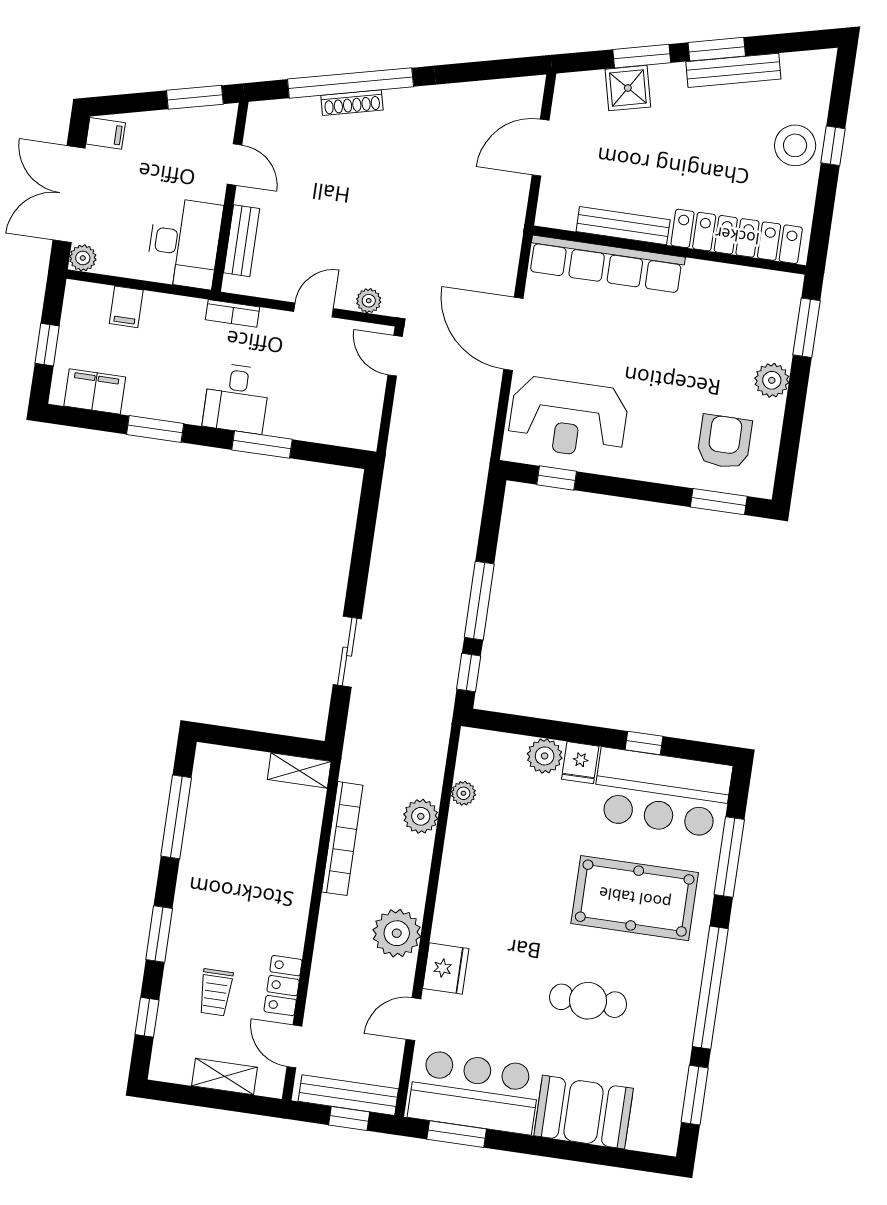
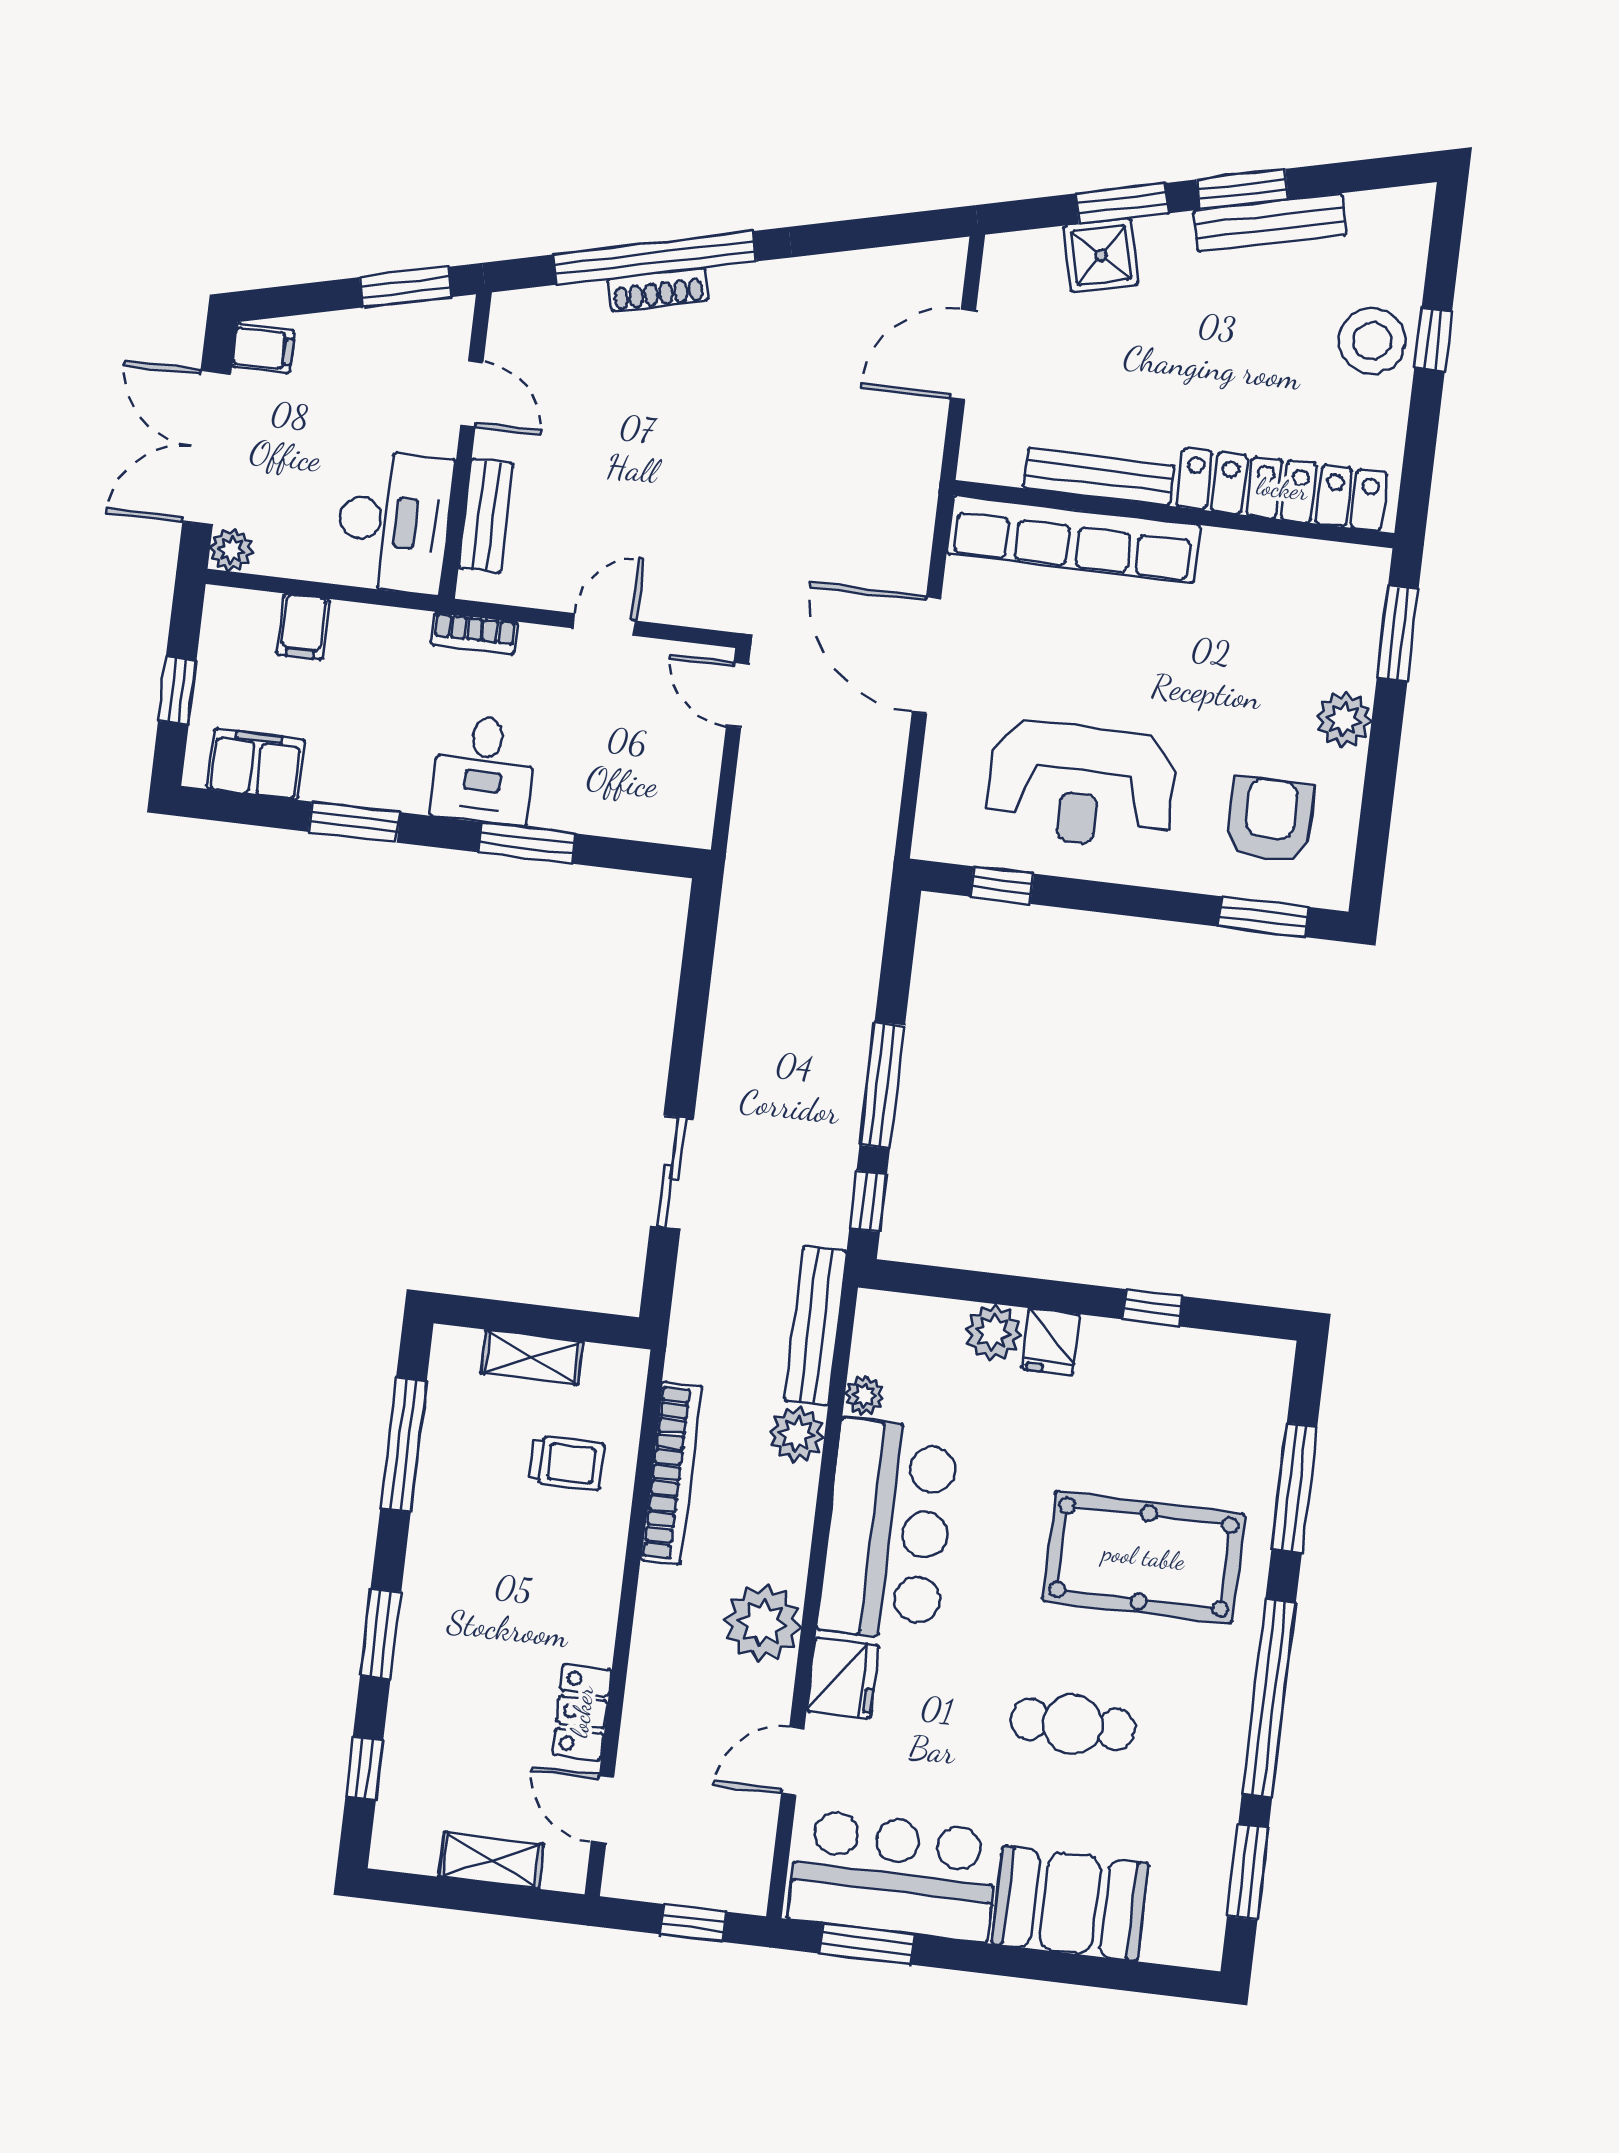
plant: (369, 301) -> (693, 607), removed
reception desk: (568, 418) -> (1081, 785), moved
shelving: (299, 770) -> (532, 1357), moved
bar counter: (662, 793) -> (888, 1530), moved, turned -90
trolley: (216, 992) -> (567, 1463), moved, turned -90
bench: (348, 1095) -> (816, 1326), moved, turned 90

